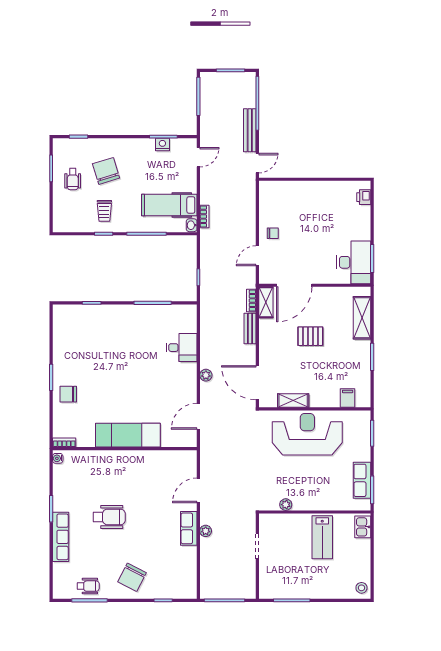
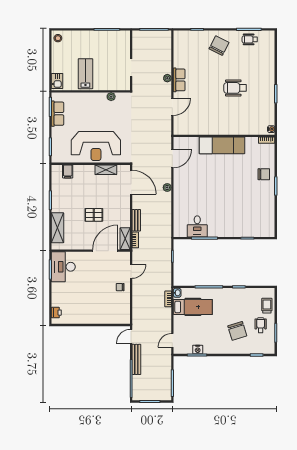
trolley: (104, 211) -> (267, 306), moved
desk: (182, 348) -> (197, 226), moved, turned -90
row of seats: (61, 537) -> (269, 74), removed

